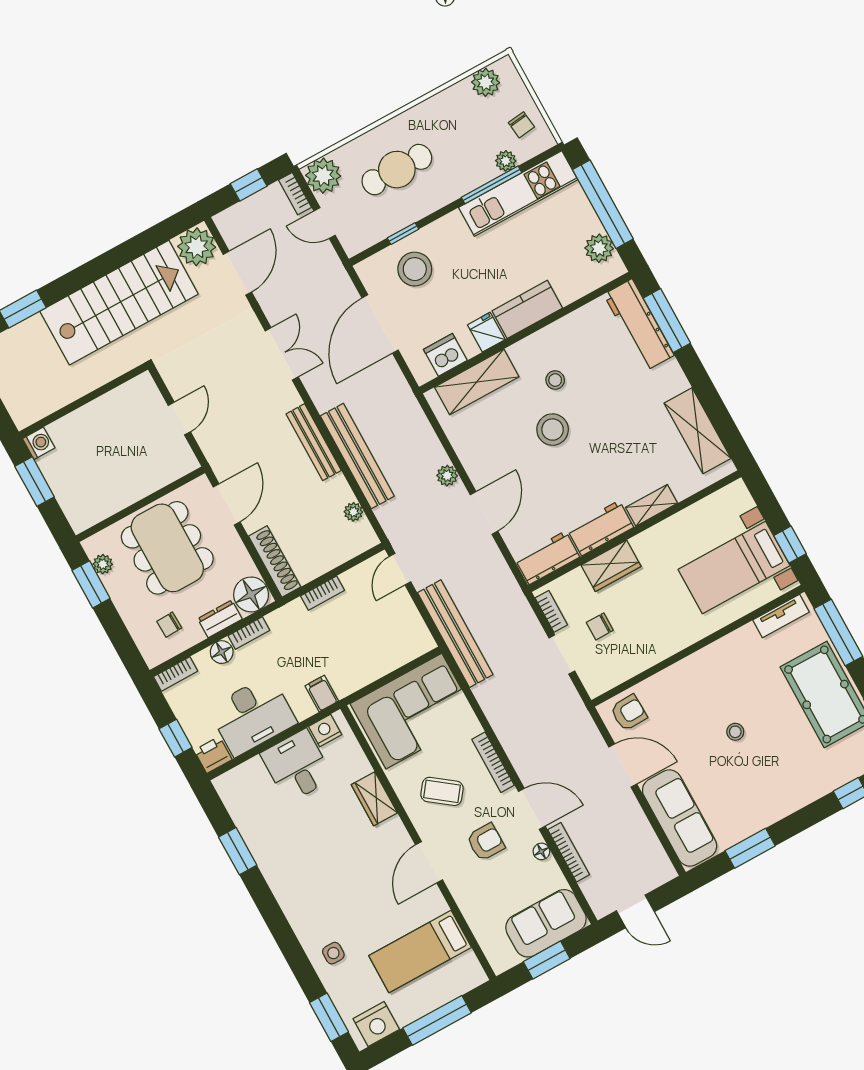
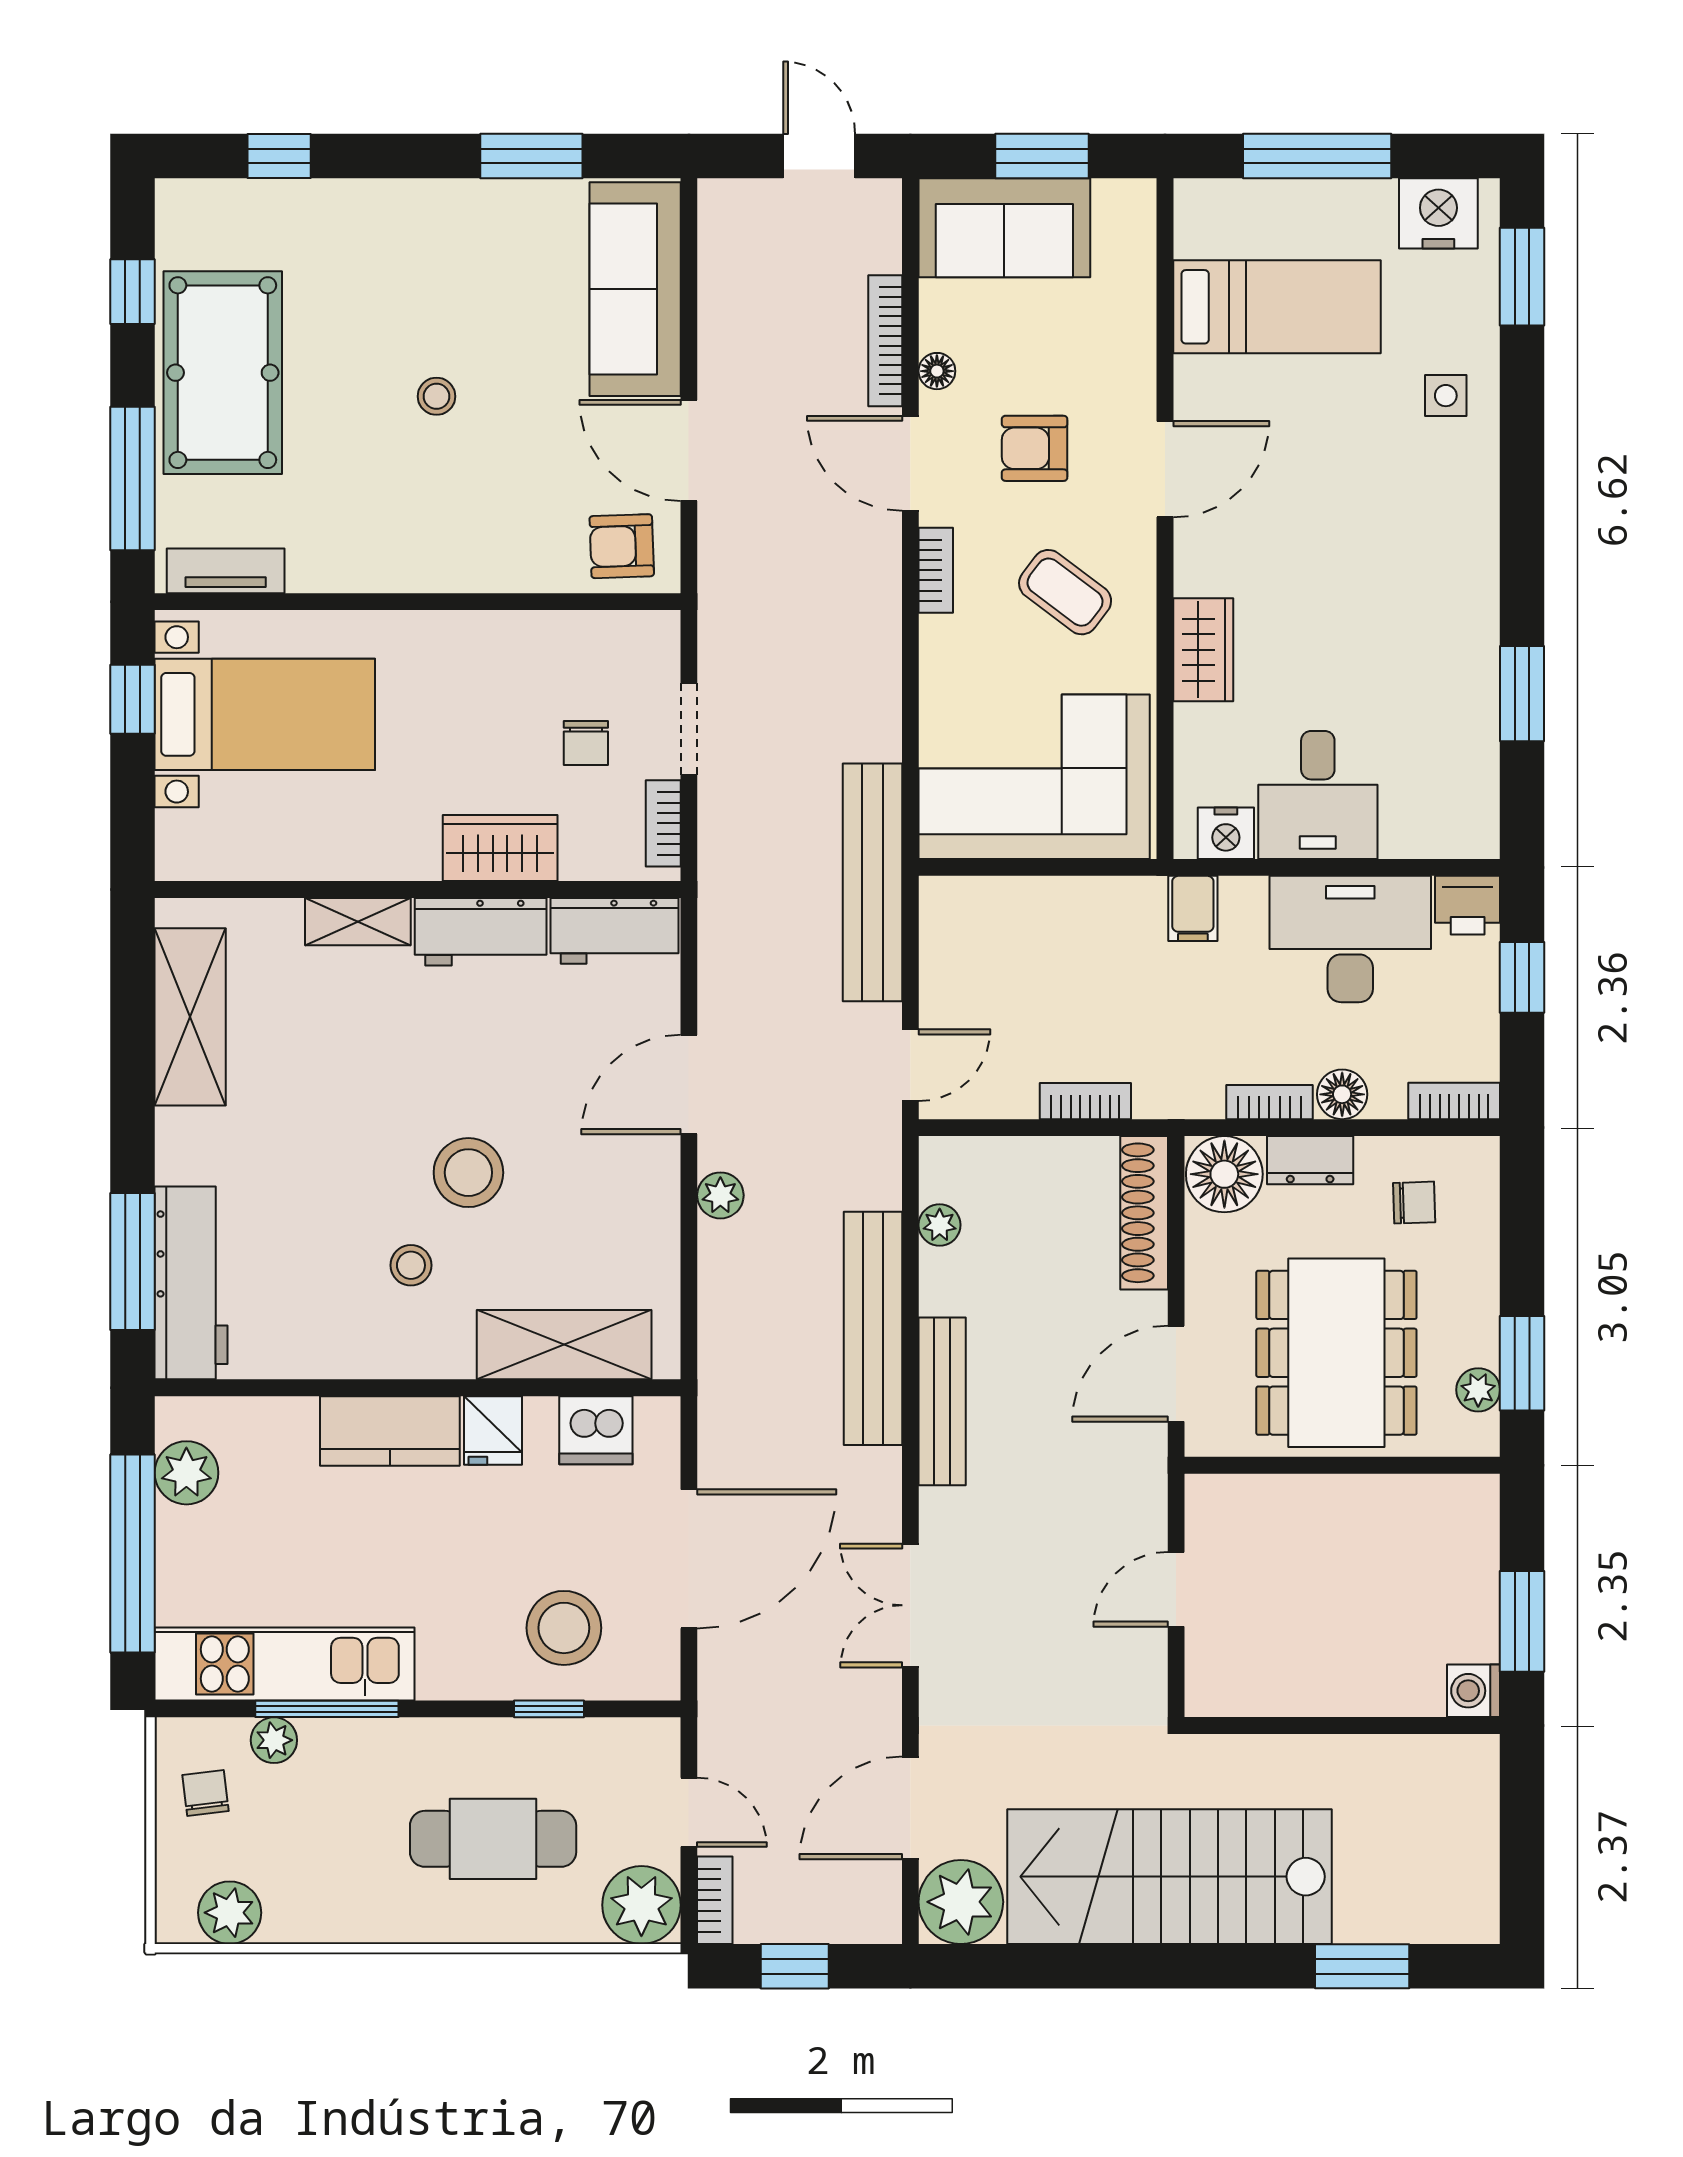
chair: (600, 626) -> (586, 743), turned 90
bookcase: (493, 762) -> (936, 570), width x0.64

